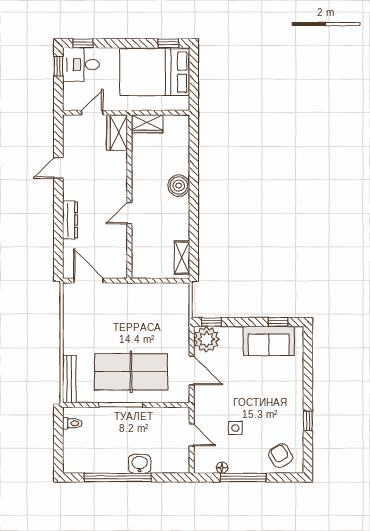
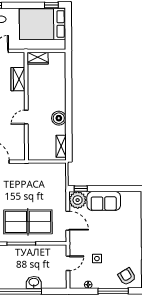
wardrobe: (117, 133) -> (18, 79), moved
boiler: (179, 186) -> (59, 118), moved
window: (278, 322) -> (125, 188), removed
sofa: (269, 341) -> (104, 201), moved
door: (192, 435) -> (68, 263), hinge flipped
window: (243, 477) -> (113, 291), moved

